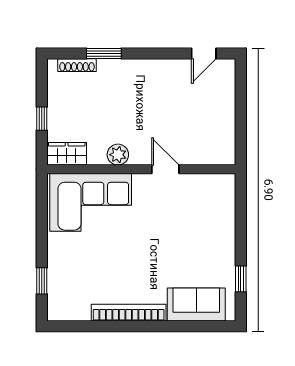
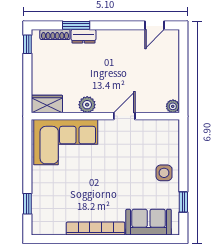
dresser: (113, 67) -> (84, 36), added
window: (42, 119) -> (27, 44), moved
plant: (227, 157) -> (173, 106), added
door: (165, 169) -> (124, 116), hinge flipped
side table: (216, 242) -> (164, 173), added

